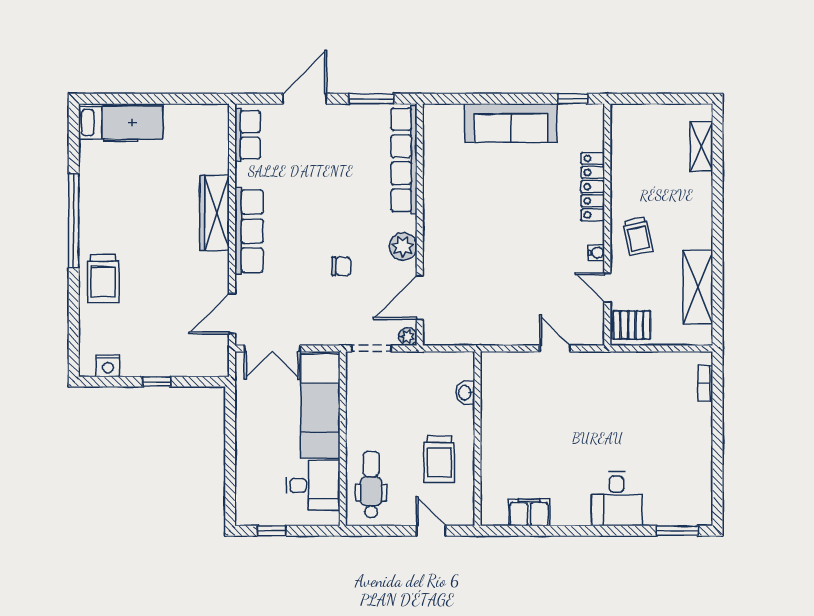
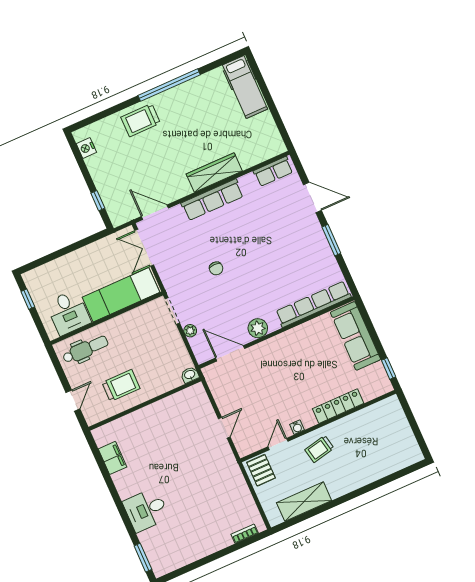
shelving: (701, 146) -> (395, 464), removed
row of seats: (404, 160) -> (313, 304), moved
wall: (420, 225) -> (277, 333), moved
plant: (403, 246) -> (258, 328), moved
door: (420, 297) -> (230, 353), moved
window: (157, 382) -> (98, 201), moved
washbasin: (465, 393) -> (190, 375), moved
trolley: (439, 459) -> (121, 386), turned 180

